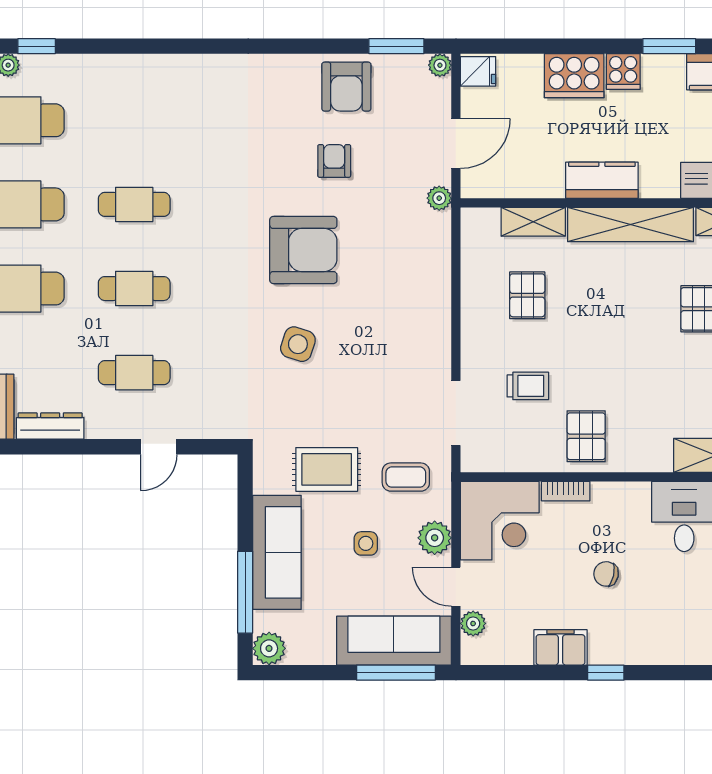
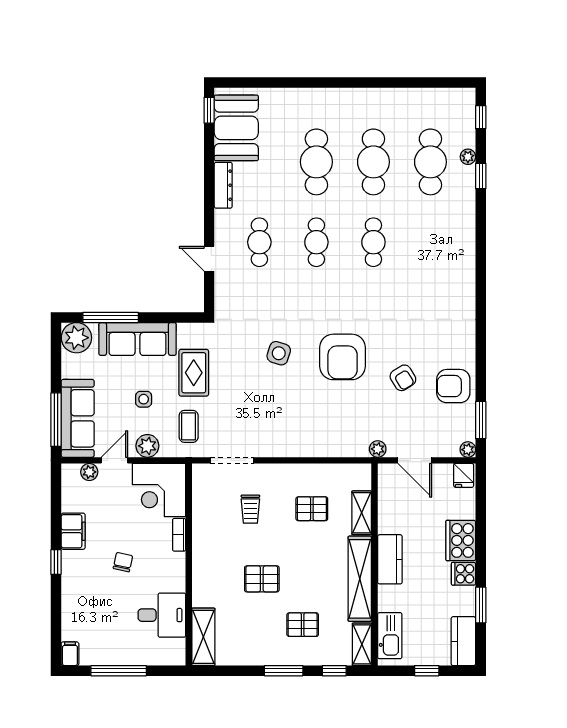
armchair: (334, 161) -> (403, 378), turned 58
pallet: (586, 436) -> (262, 579), moved
plant: (269, 648) -> (76, 338), width x1.36, depth x1.36

